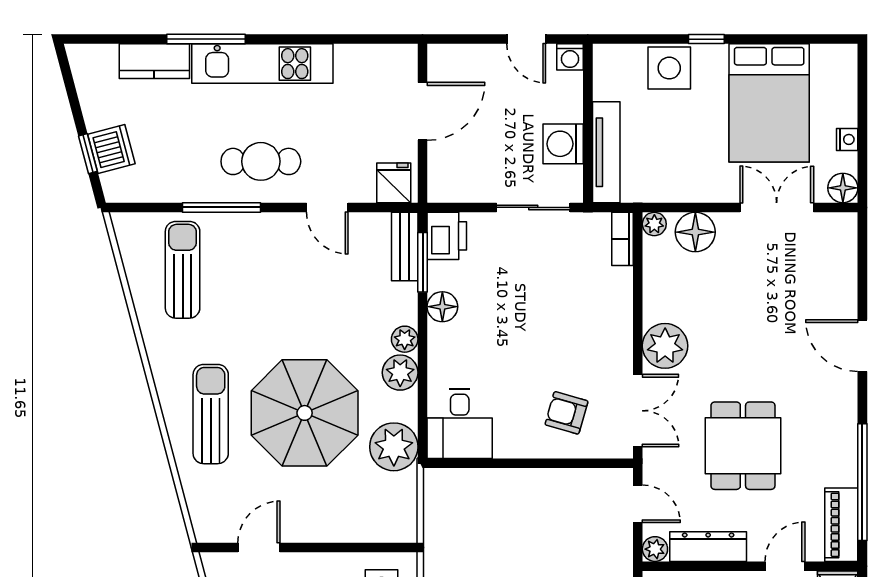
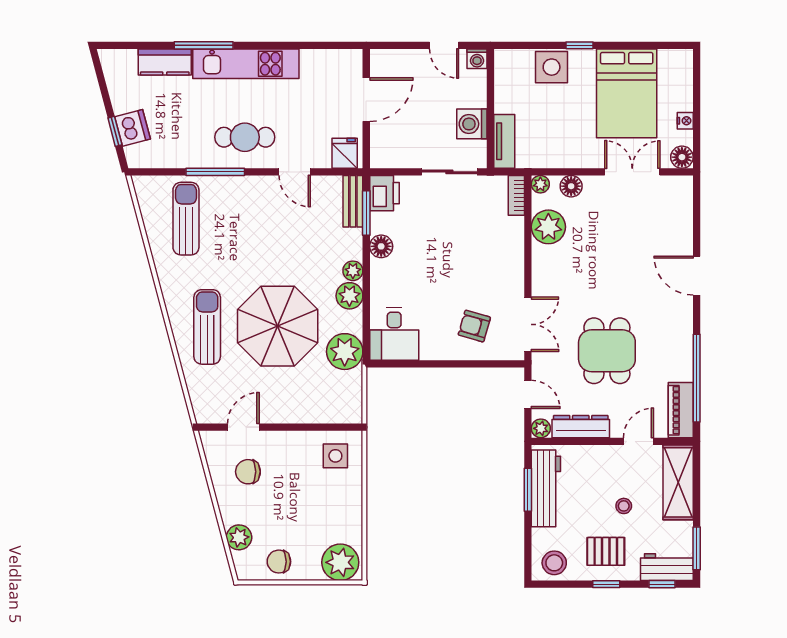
tv unit: (606, 152) -> (504, 141), width x0.71
floor lamp: (695, 232) -> (571, 186), width x0.73, depth x0.73
plant: (665, 346) -> (548, 227), moved

